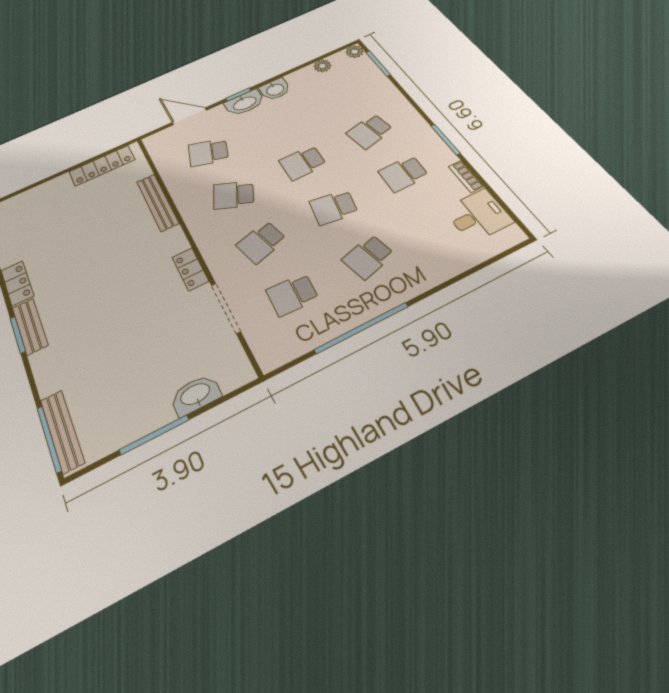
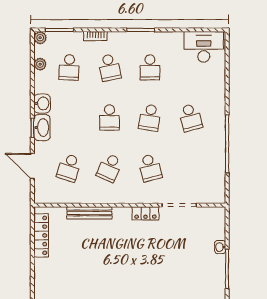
door: (190, 116) -> (32, 166), hinge flipped
bookcase: (466, 176) -> (95, 36), moved
desk: (478, 216) -> (204, 47), width x1.37
school desk: (292, 295) -> (69, 67), moved
washbasin: (195, 395) -> (220, 247), width x0.52, depth x0.69

